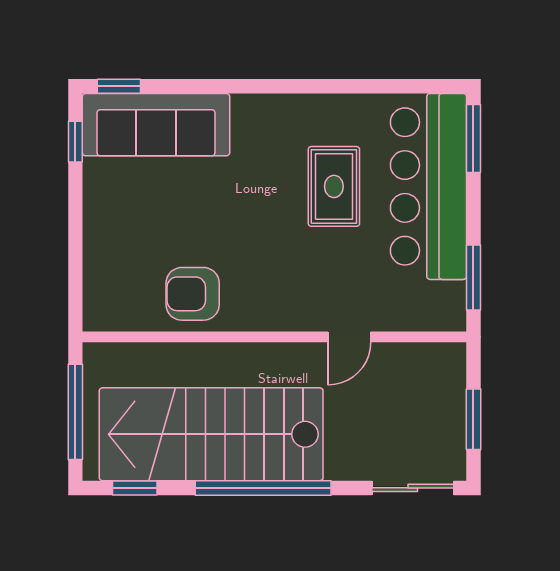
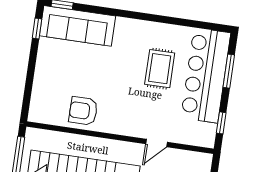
window: (473, 138) -> (229, 71), moved
window: (473, 277) -> (221, 123), width x0.67

